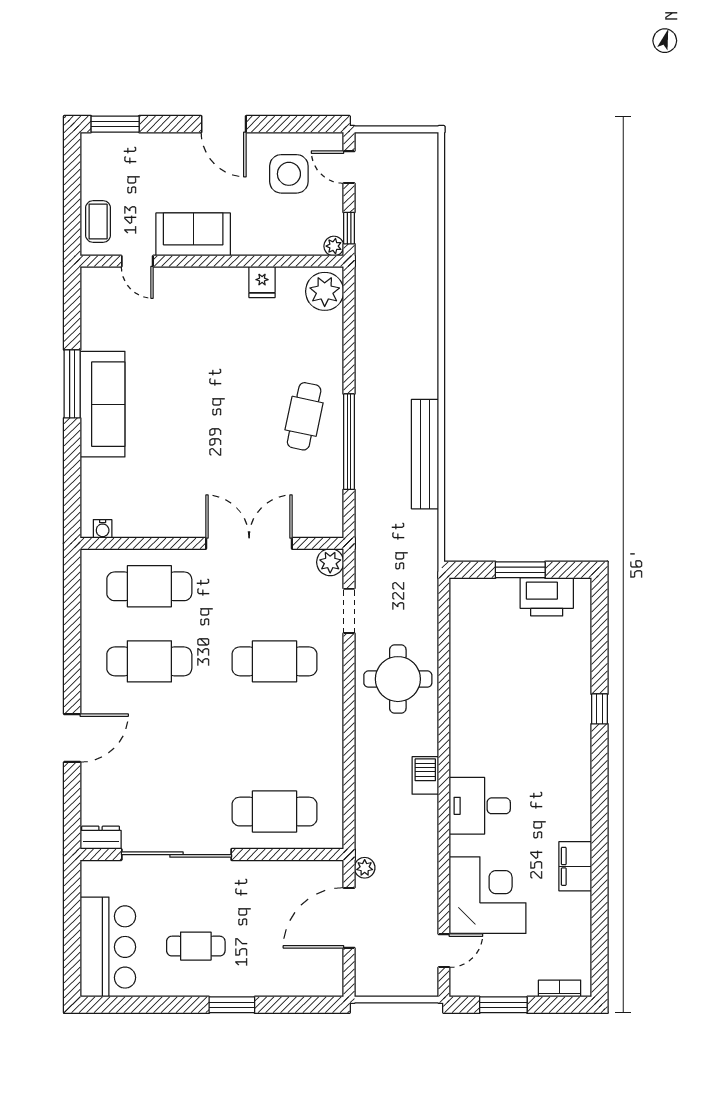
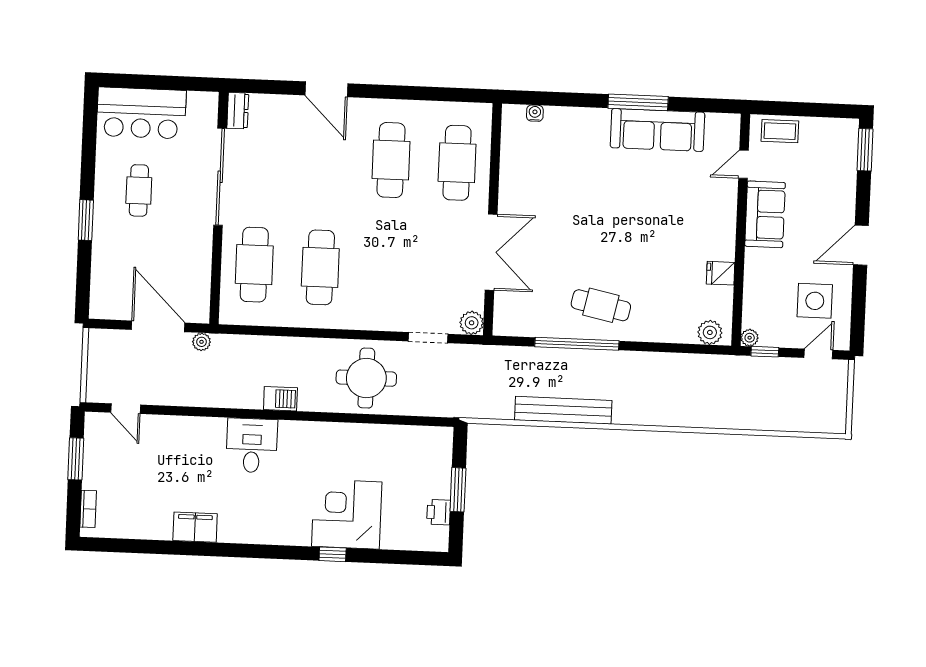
plant: (325, 291) -> (710, 332), width x0.73, depth x0.73
sofa: (102, 404) -> (658, 130), moved
water cooler: (103, 529) -> (535, 113), moved, turned 90
printer: (547, 597) -> (439, 512), width x0.53, depth x0.68
cafe table: (274, 661) -> (320, 267), moved
corner desk: (488, 895) -> (347, 514), moved, turned 180

